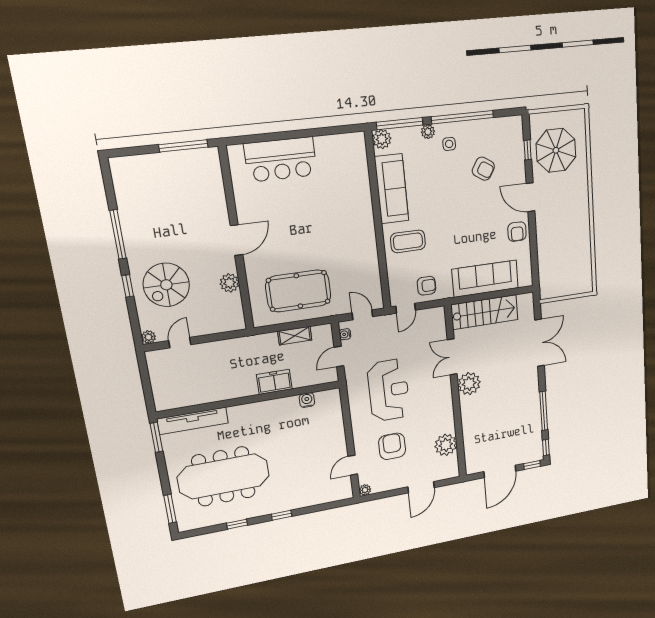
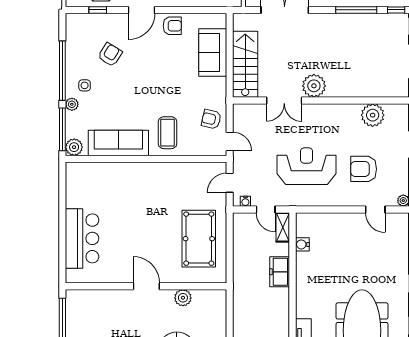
sofa: (485, 279) -> (213, 52), width x0.73
armchair: (426, 286) -> (211, 119), turned -77
shelving: (295, 336) -> (283, 227), moved

